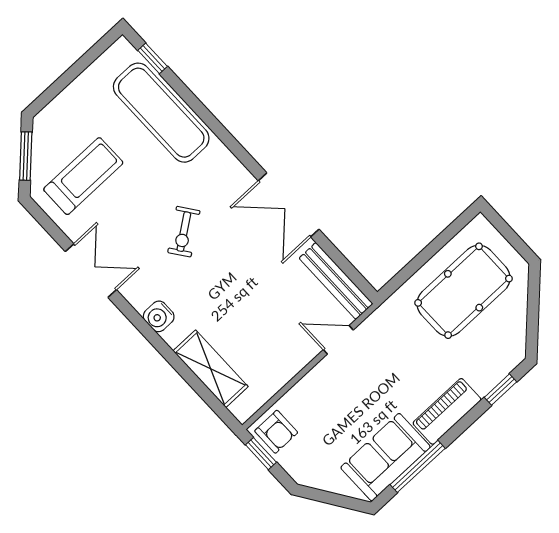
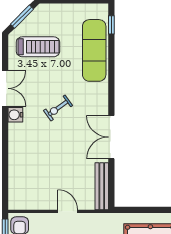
water cooler: (159, 316) -> (15, 115), moved
door: (338, 340) -> (68, 211), moved
shelving: (211, 369) -> (17, 174), removed

